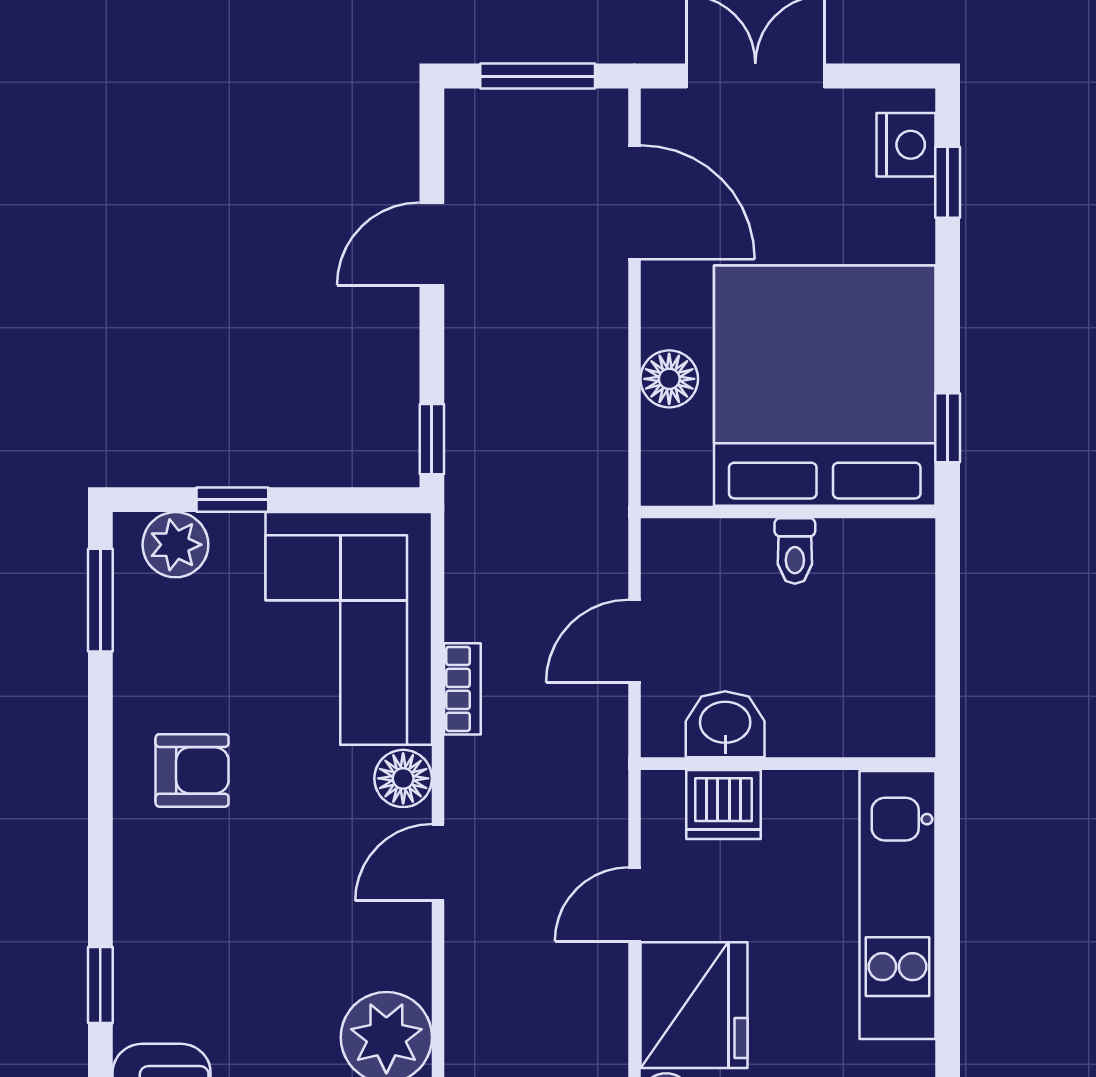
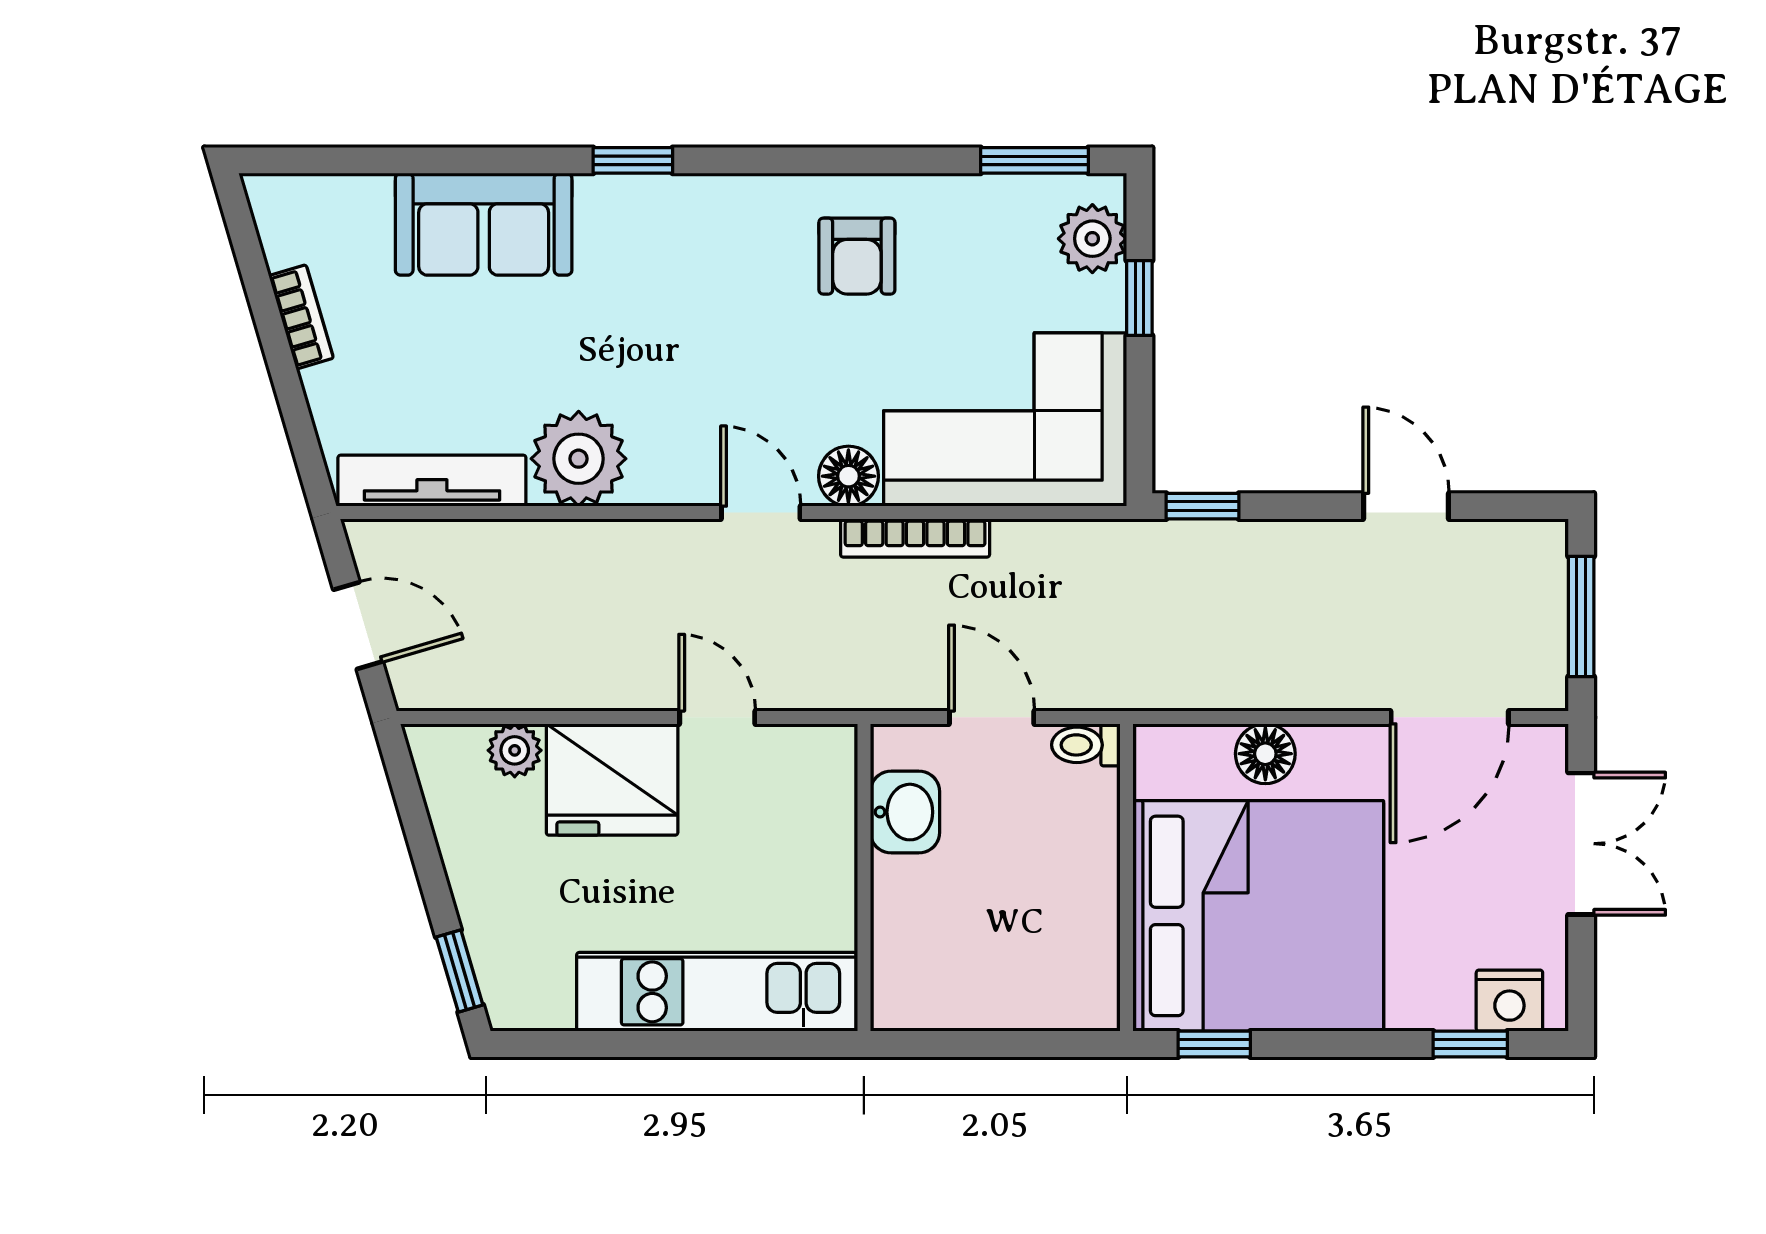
toilet: (795, 551) -> (1086, 745), moved
bookcase: (462, 689) -> (915, 538), width x1.56
dishwasher: (723, 804) -> (821, 810), removed

